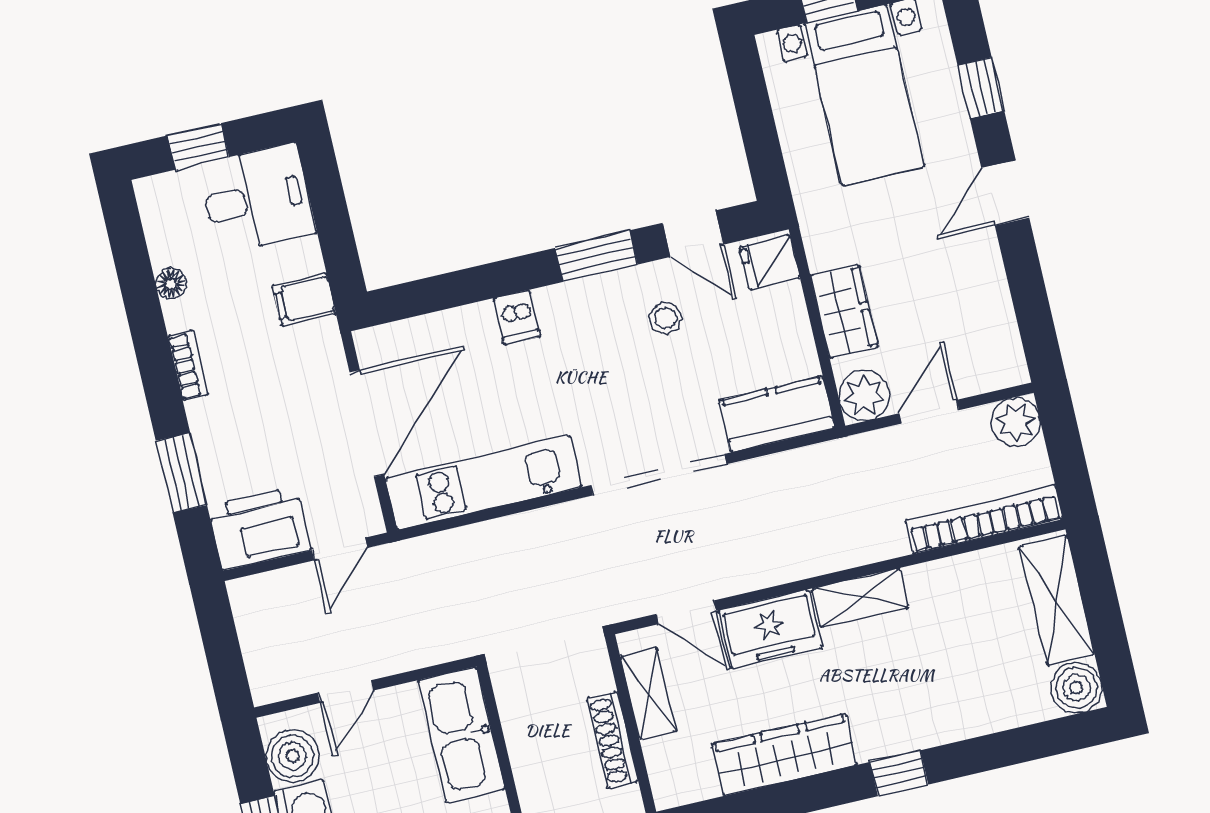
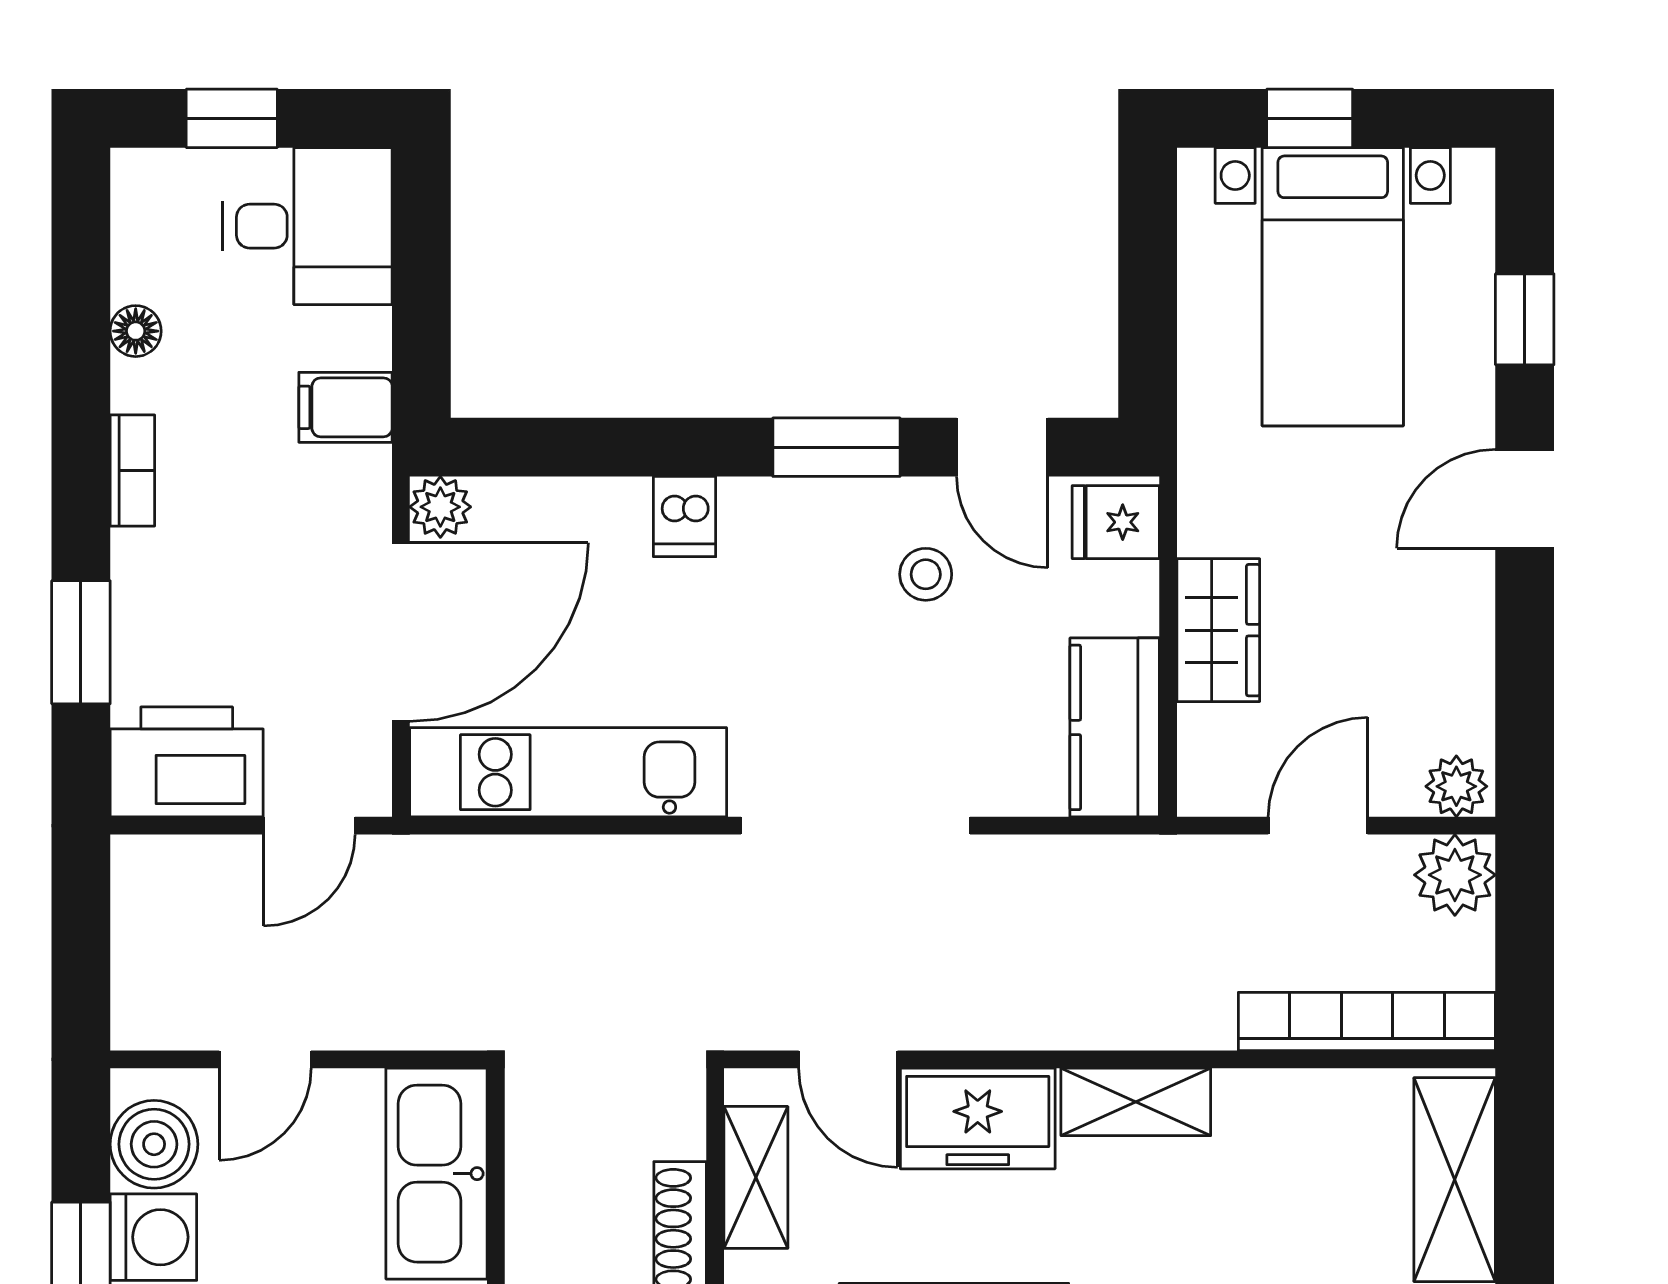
plant: (373, 345) -> (440, 507), added
plant: (864, 396) -> (1456, 786), moved, width x0.73, depth x0.73
kitchen counter: (777, 414) -> (1115, 727), moved, turned -90

